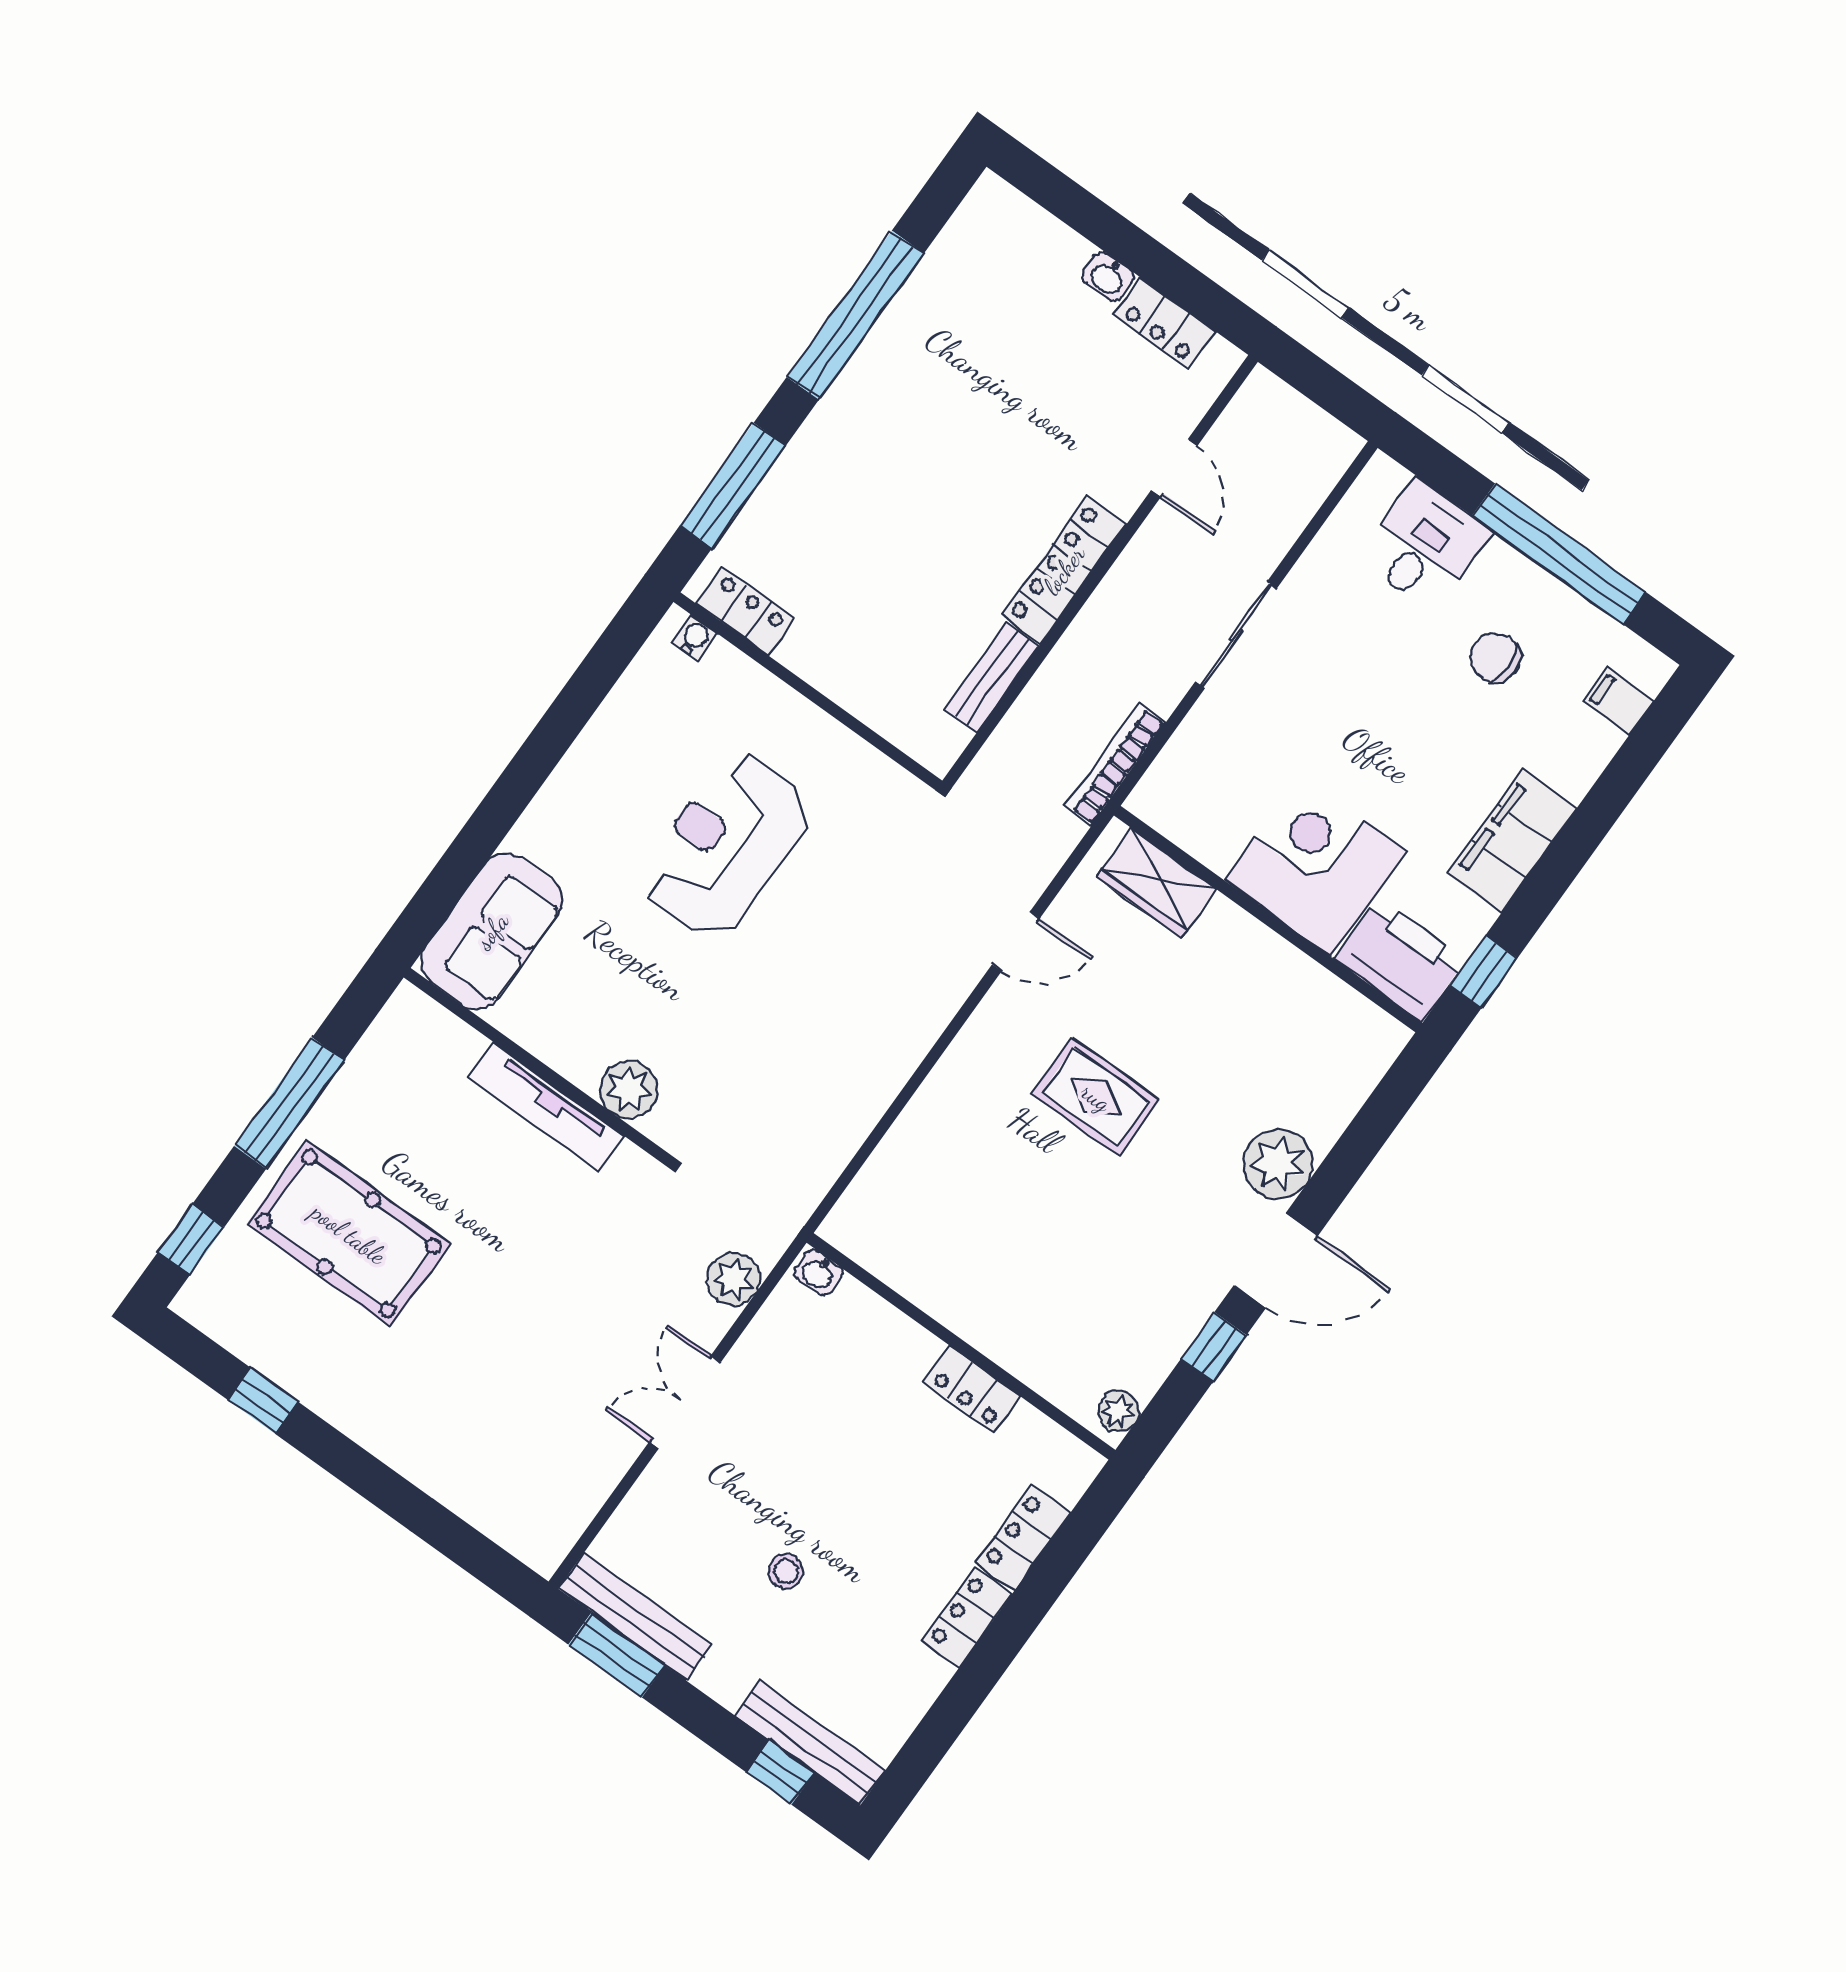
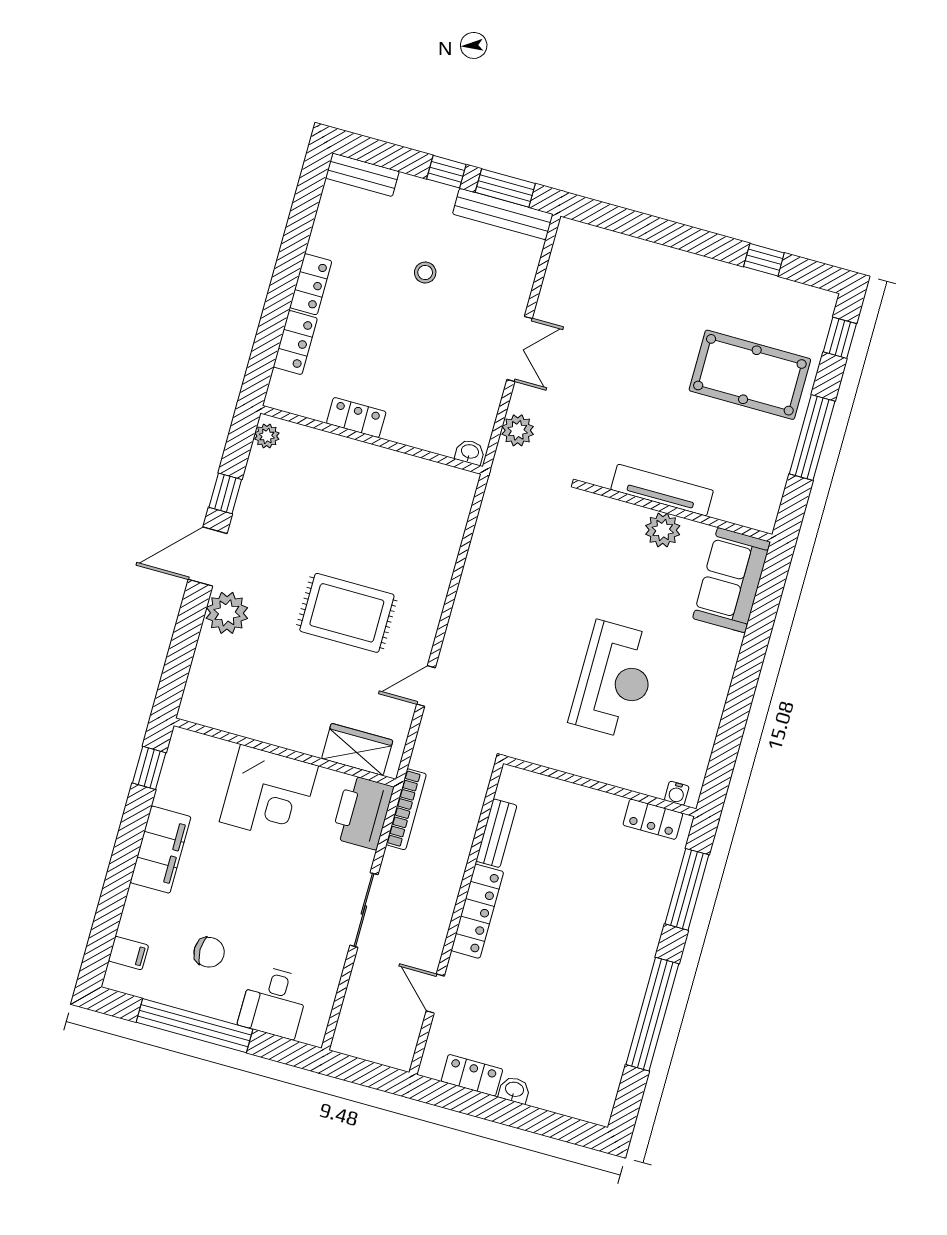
printer: (1400, 959) -> (363, 812), moved, turned 90
plant: (629, 1089) -> (663, 530), moved
rug: (1096, 1097) -> (347, 613), width x1.36, depth x1.43
bench: (810, 1743) -> (362, 175), width x0.73
window: (780, 1773) -> (446, 172), moved

